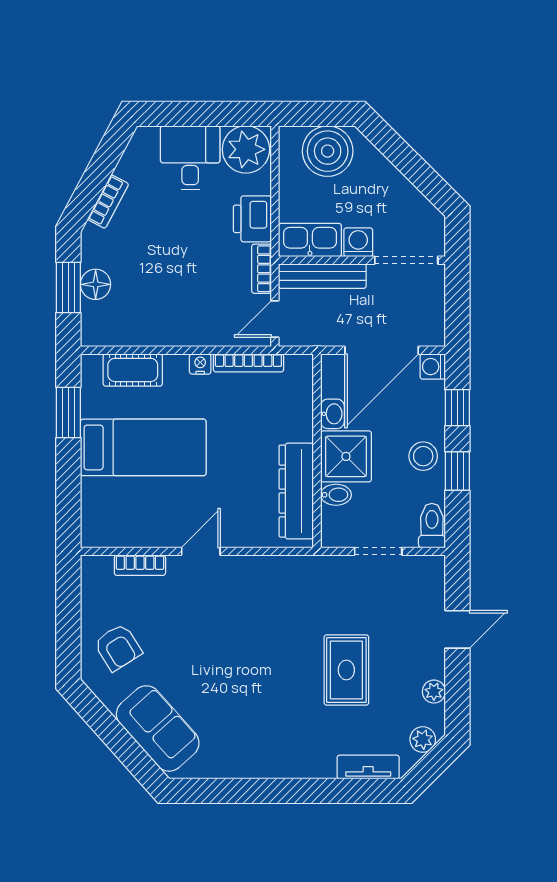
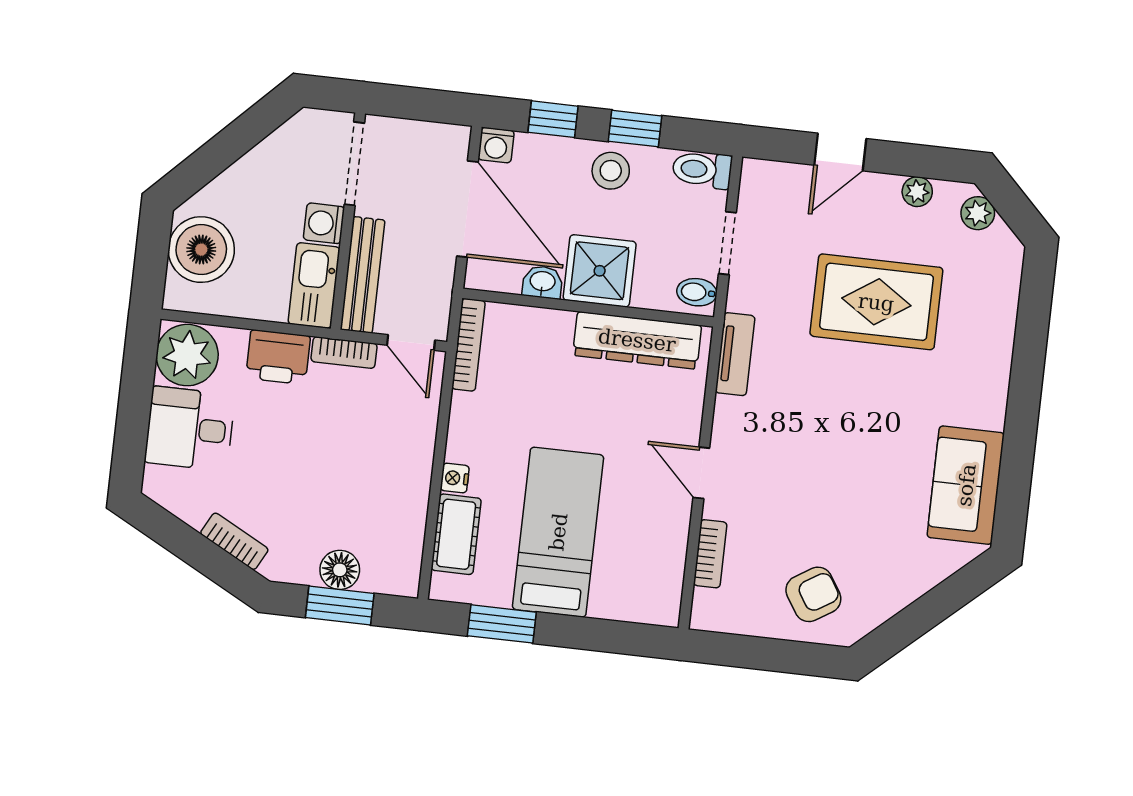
bookcase: (248, 363) -> (468, 345), moved
nightstand: (200, 364) -> (455, 478), moved
bidet: (336, 495) -> (697, 292), moved, turned -90
door: (457, 629) -> (840, 152), swing flipped
rug: (346, 670) -> (876, 302), width x1.36, depth x1.43
sofa: (158, 728) -> (966, 485), moved, turned -48
tv unit: (368, 767) -> (735, 354), moved, turned 180

